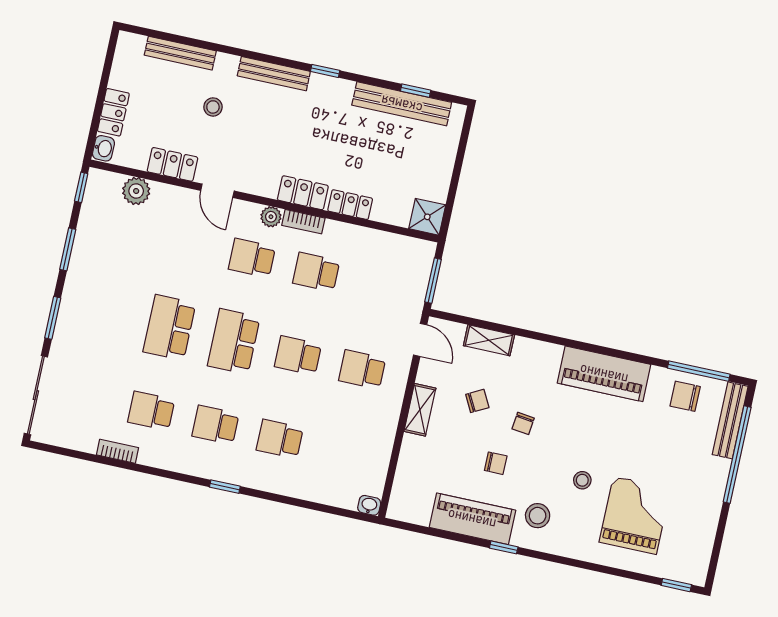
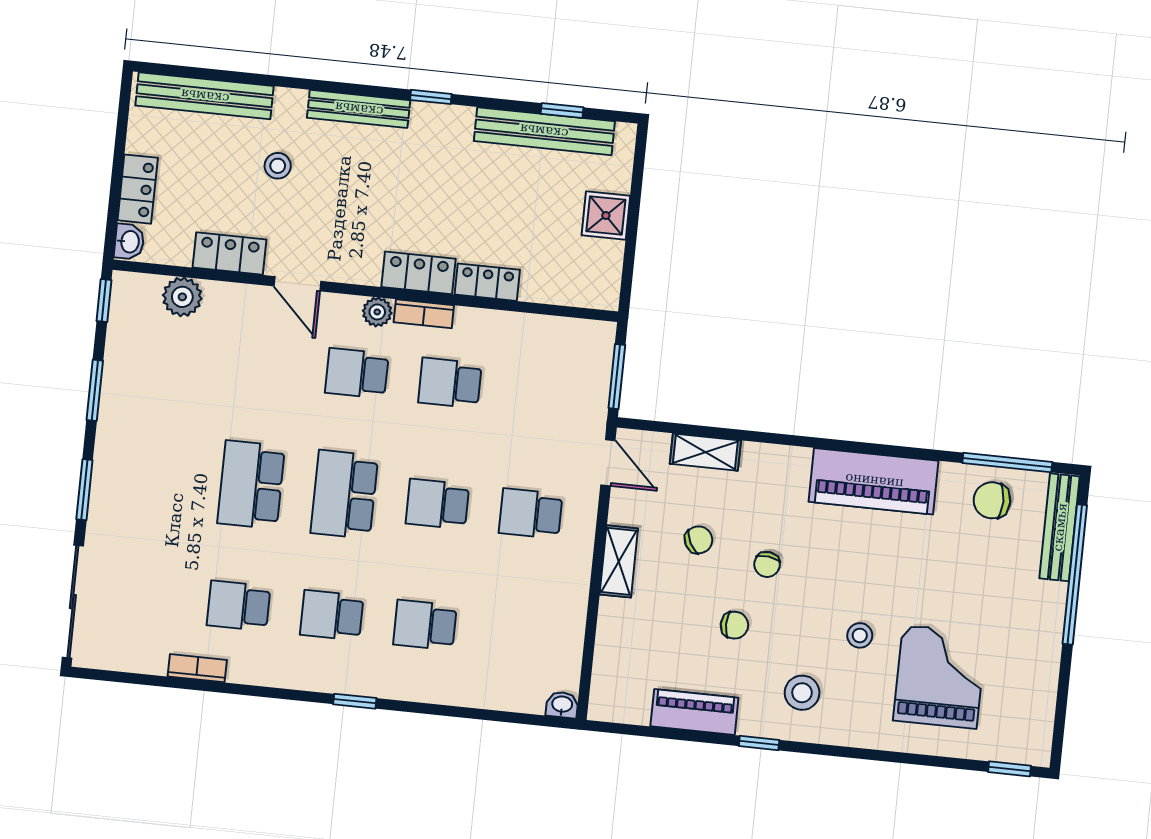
bench: (180, 53) -> (205, 96), width x1.37, depth x1.21
shower: (427, 217) -> (606, 216), moved
piano: (472, 519) -> (694, 712), width x0.73, depth x0.75

